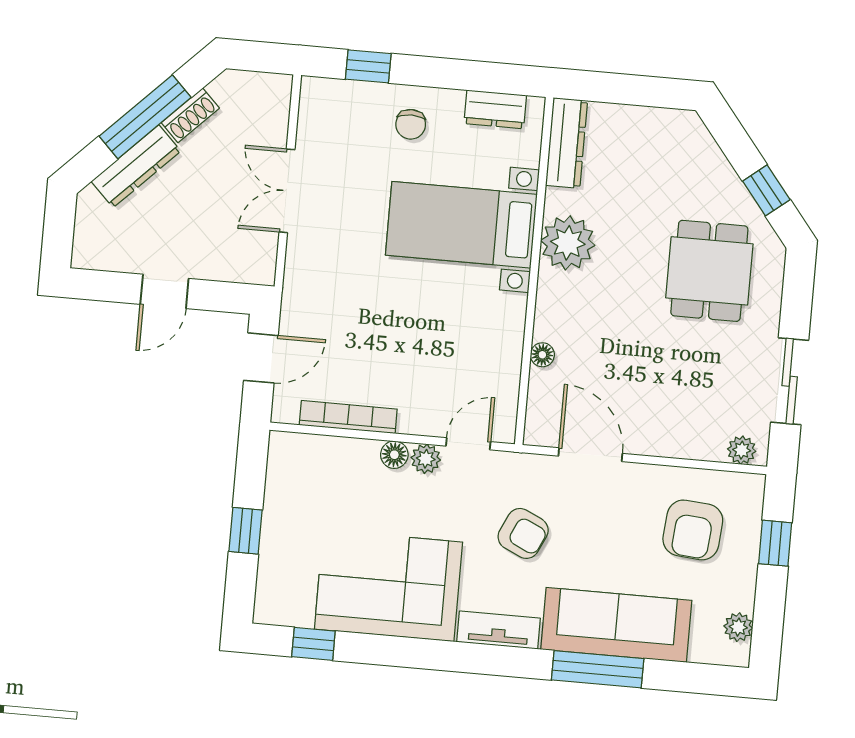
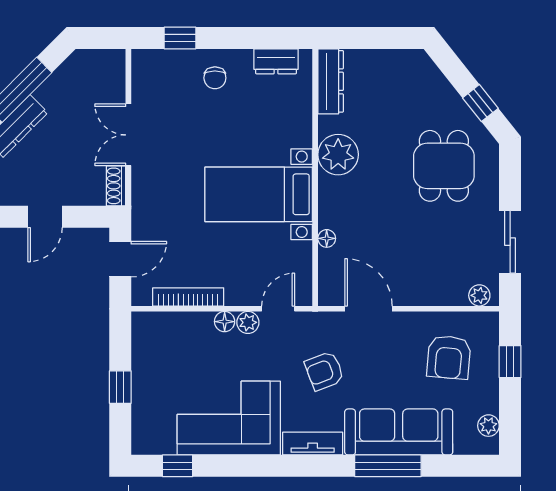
shoe rack: (190, 115) -> (116, 186), moved, turned 135
bed with nightstands: (461, 225) -> (259, 194), moved
armchair: (523, 533) -> (324, 371), turned 134

